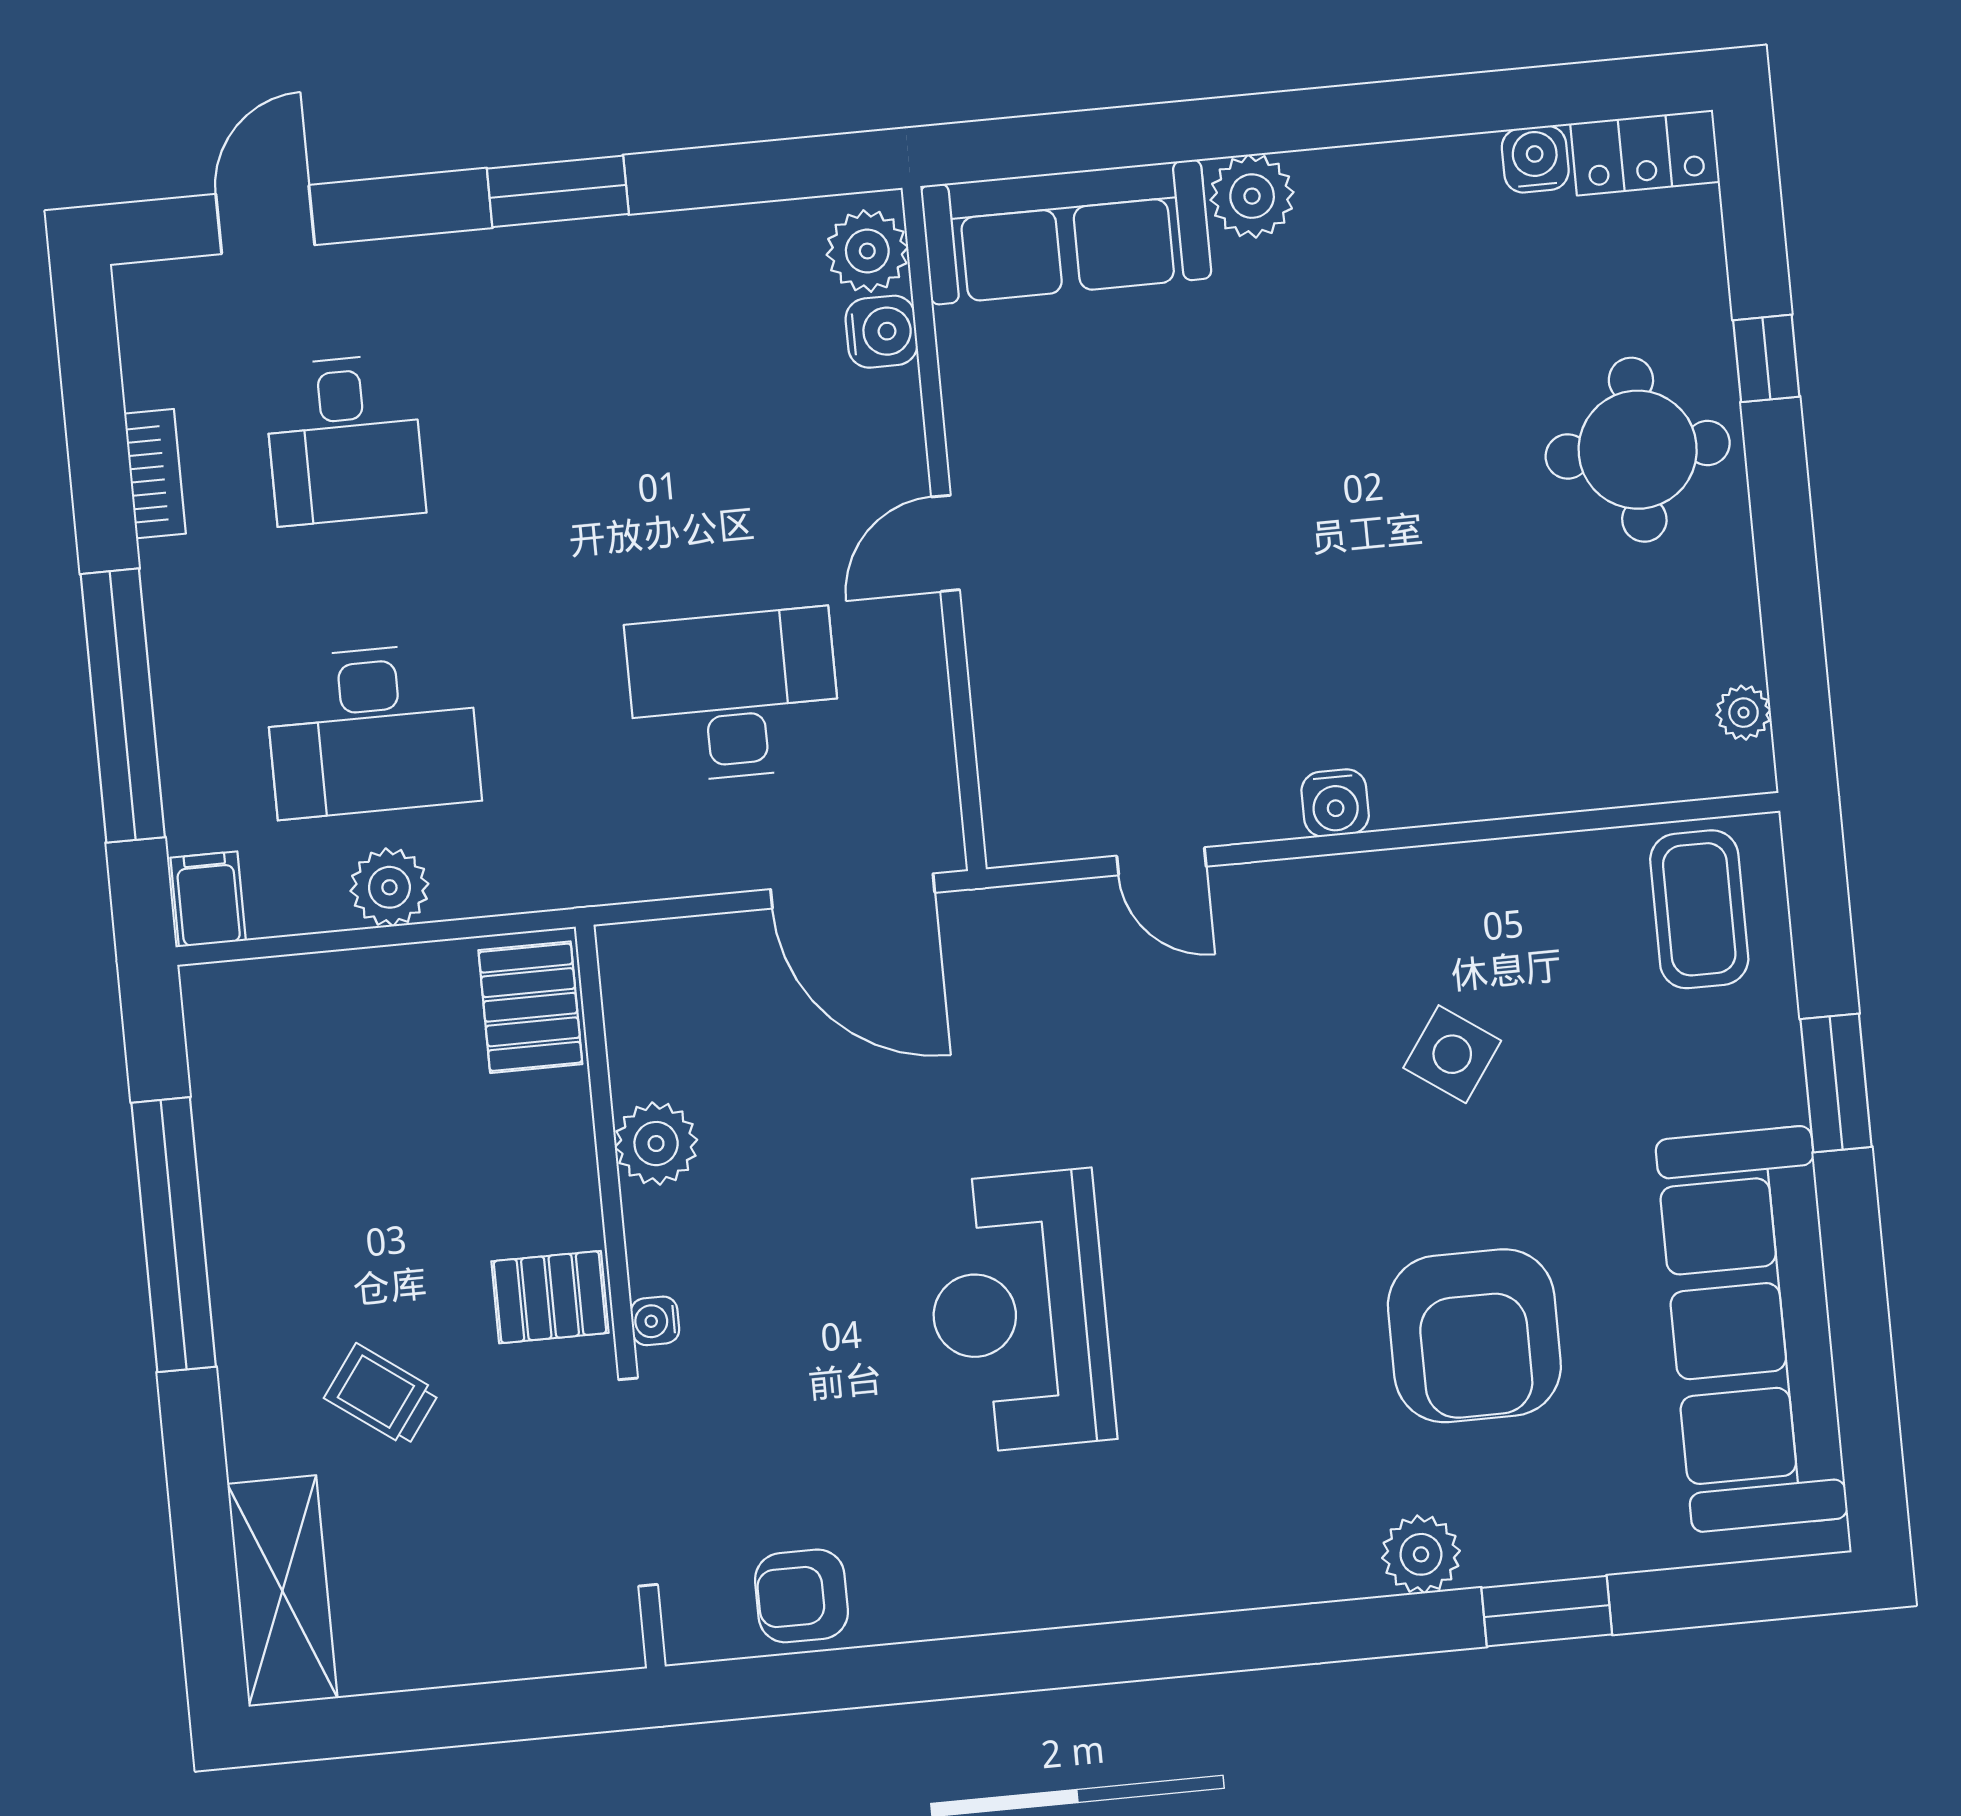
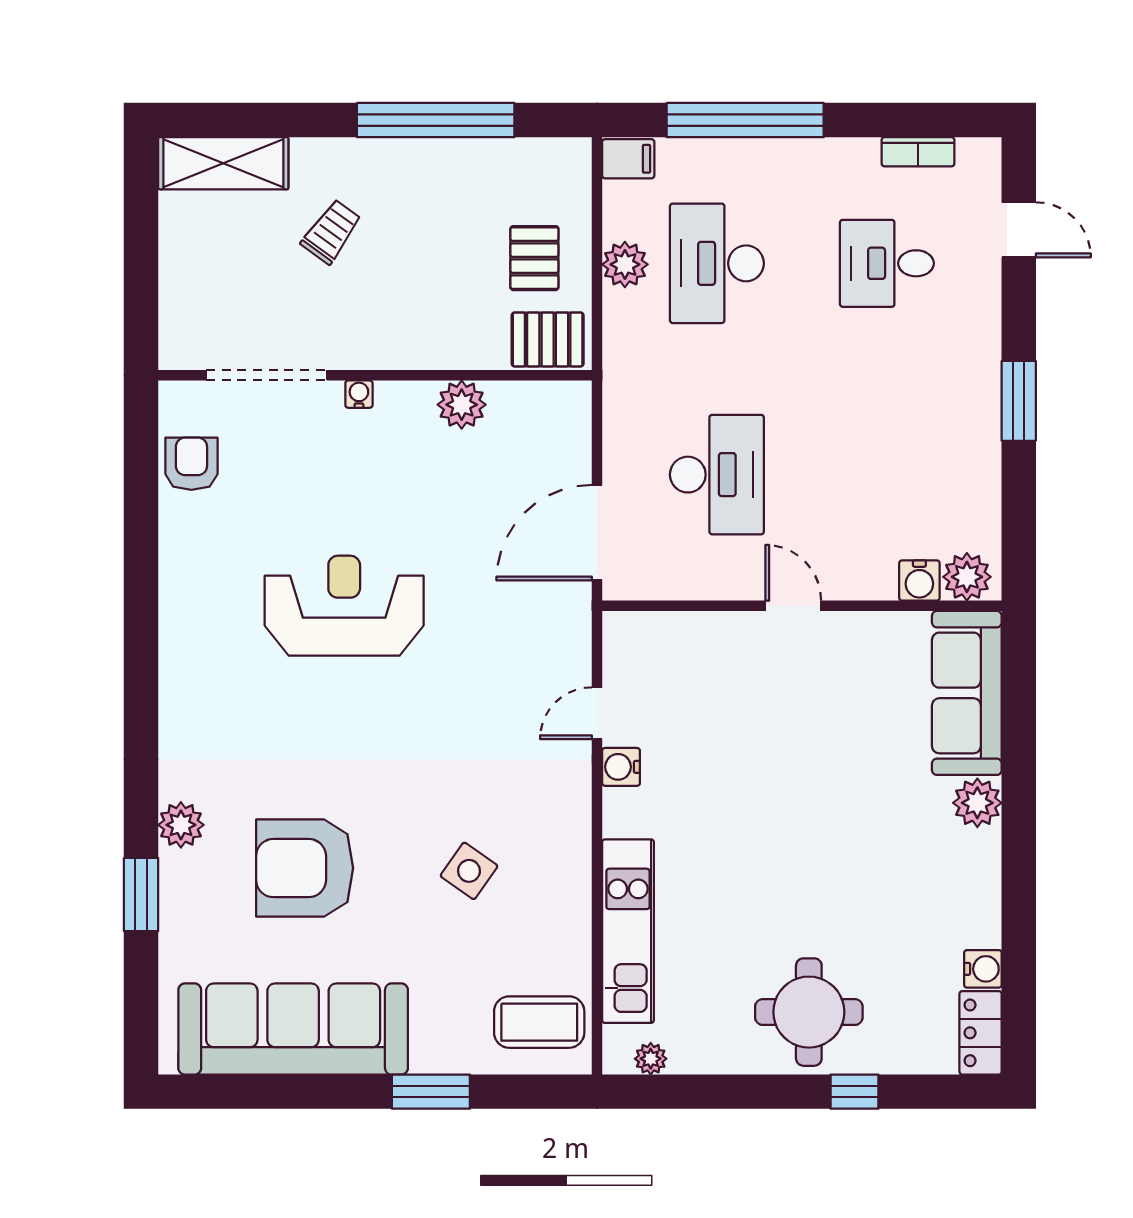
bookcase: (155, 474) -> (918, 152), moved
kitchen unit: (1529, 772) -> (628, 931), added
water cooler: (1335, 803) -> (621, 767), moved
pallet: (550, 1297) -> (534, 258), moved

